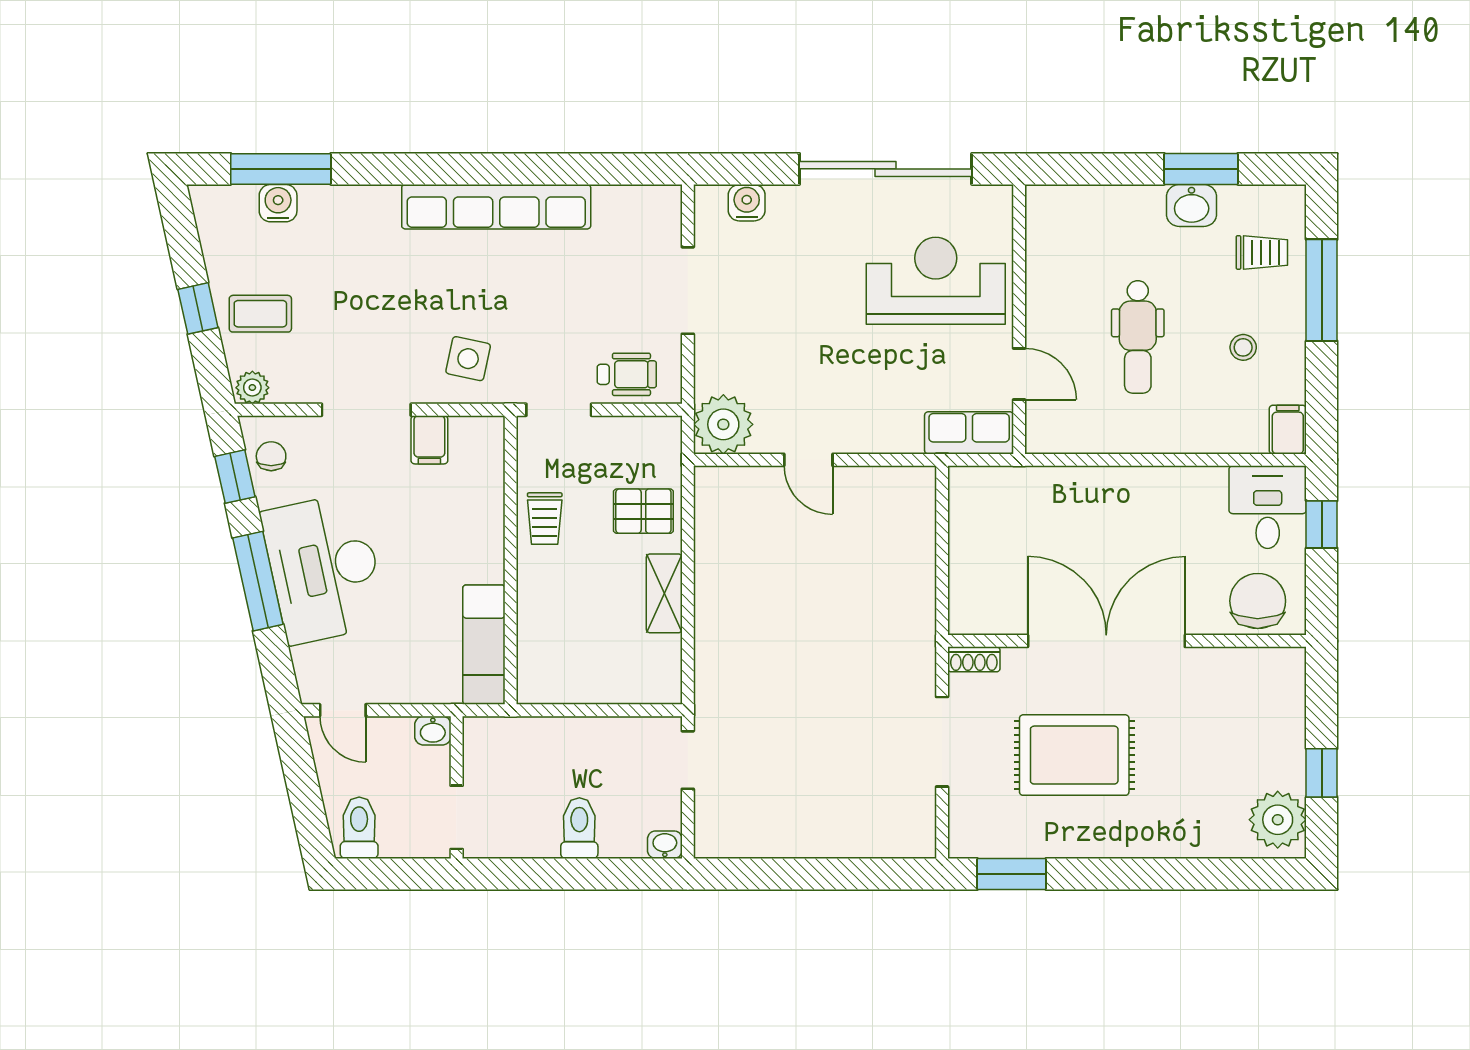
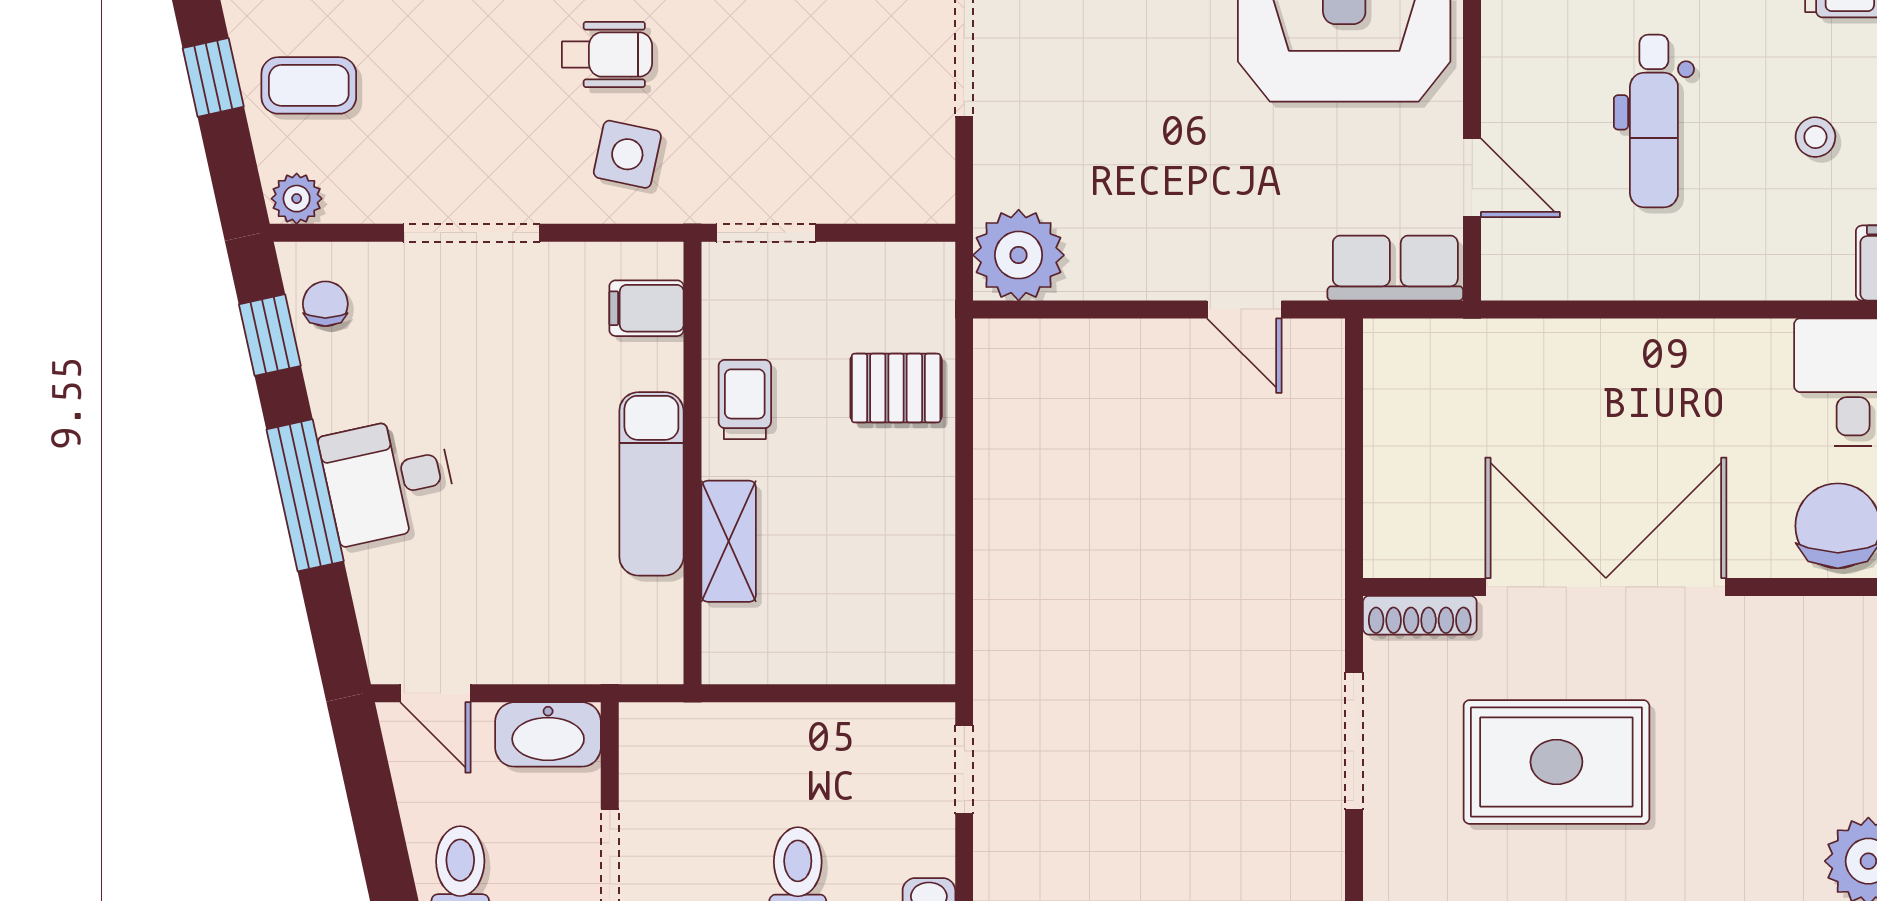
wheelchair: (627, 374) -> (607, 55), moved
filing cabinet: (429, 440) -> (646, 308), moved, turned 90
door: (808, 460) -> (1244, 309), moved
trolley: (545, 519) -> (745, 400), turned 180
desk: (324, 568) -> (388, 480), width x0.53, depth x0.77
shelving: (664, 593) -> (729, 541), moved
exam couch: (484, 645) -> (651, 484), moved
shoe rack: (974, 659) -> (1420, 615), width x1.43
washbasin: (433, 731) -> (548, 734), width x1.91, depth x1.45

